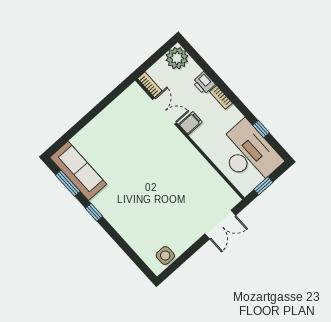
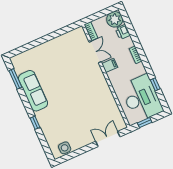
printer: (204, 83) -> (123, 32), moved
sofa: (78, 171) -> (33, 91), moved
window: (94, 212) -> (35, 123), moved
double door: (220, 225) -> (108, 139), swing flipped

